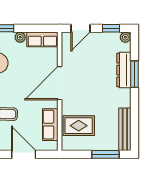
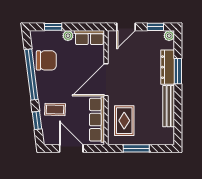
row of seats: (50, 125) -> (97, 120), width x1.48
rug: (79, 126) -> (124, 121), turned 90
bench: (125, 129) -> (169, 106), moved
window: (105, 154) -> (136, 148), moved

